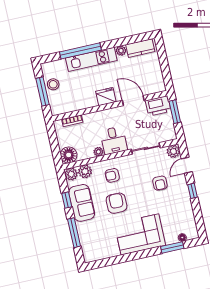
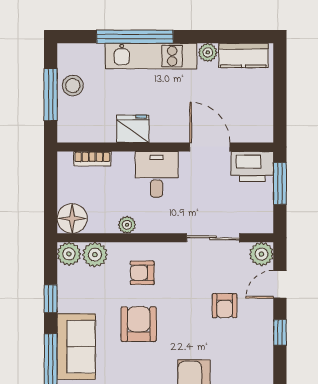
fridge: (106, 97) -> (133, 129), moved
desk: (114, 140) -> (157, 174), moved, turned 180
sofa: (82, 203) -> (76, 347), moved

